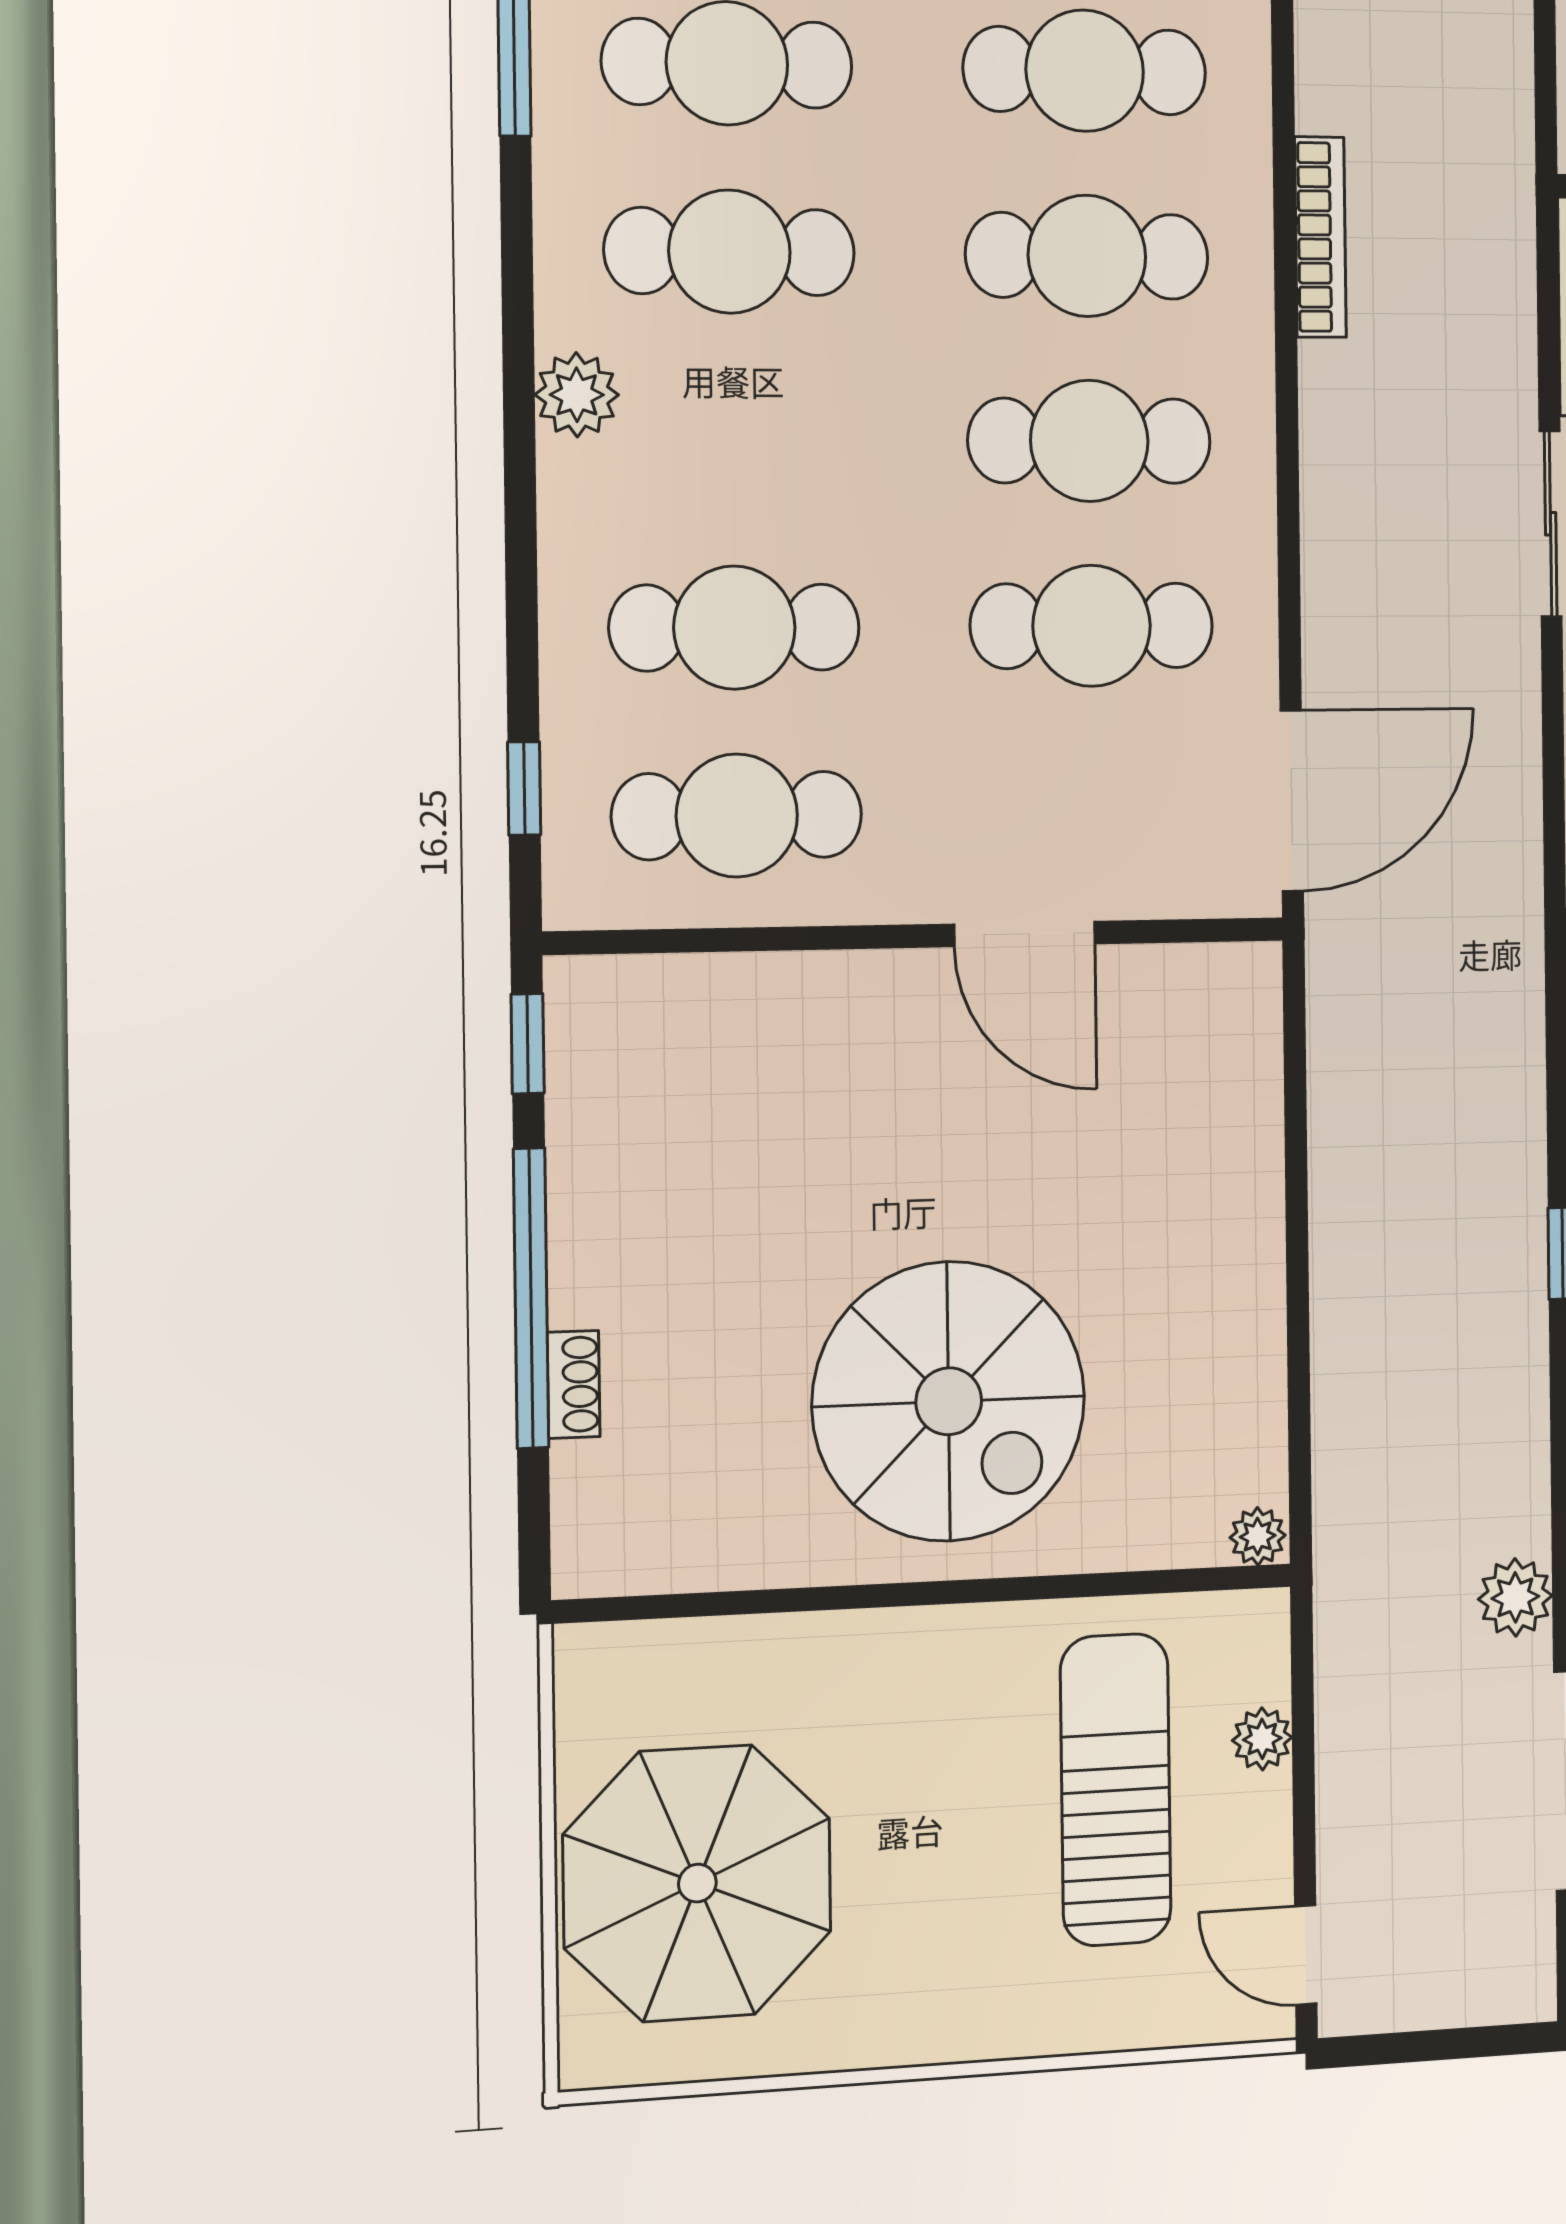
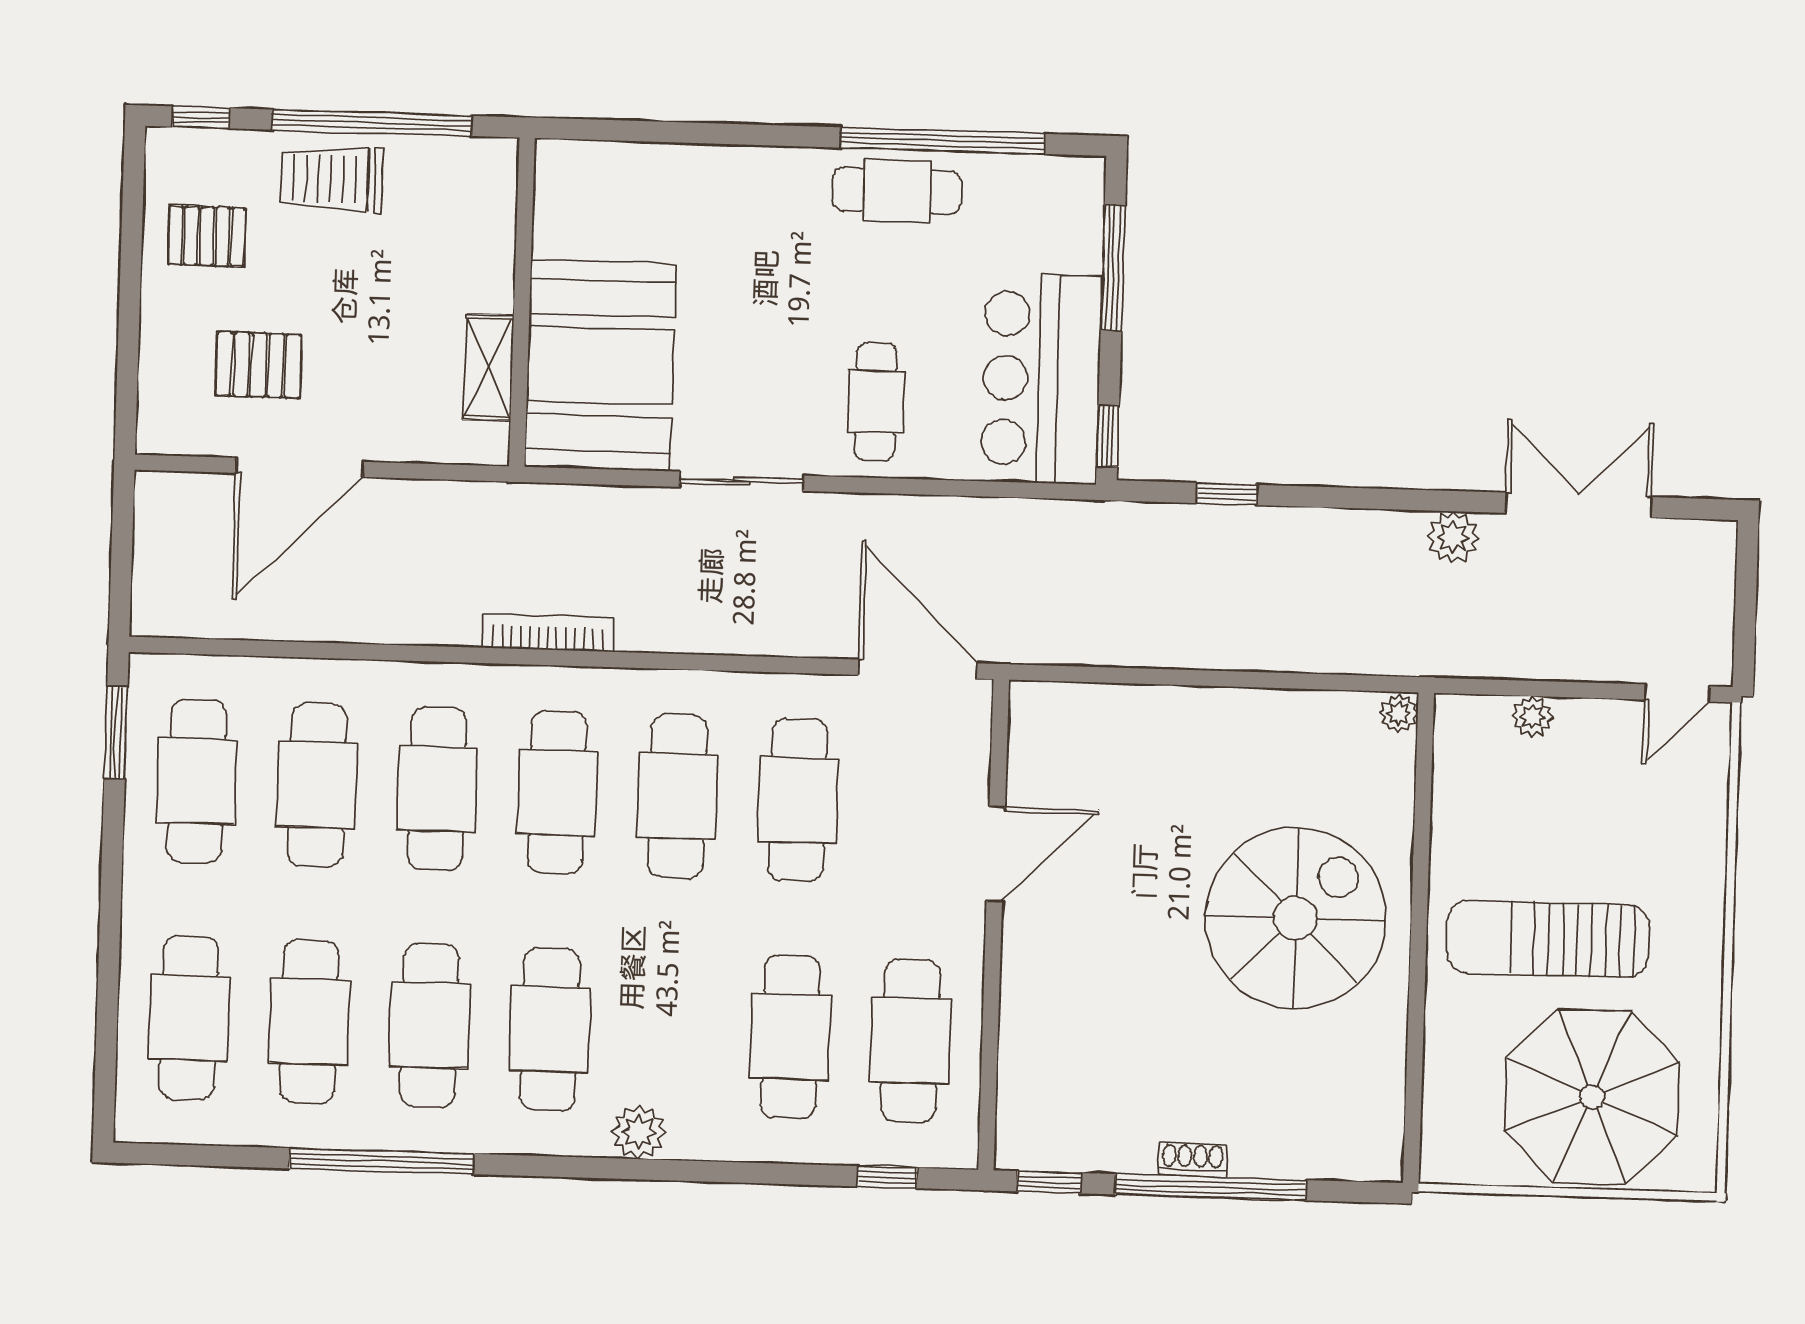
shoe rack: (574, 1384) -> (1193, 1160), moved
sun lounger: (1116, 1790) -> (1548, 939), moved

